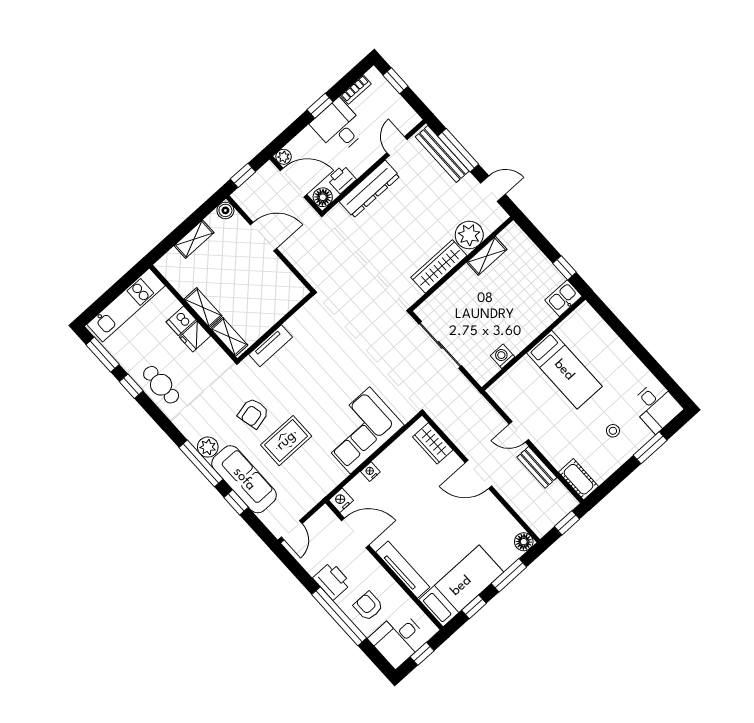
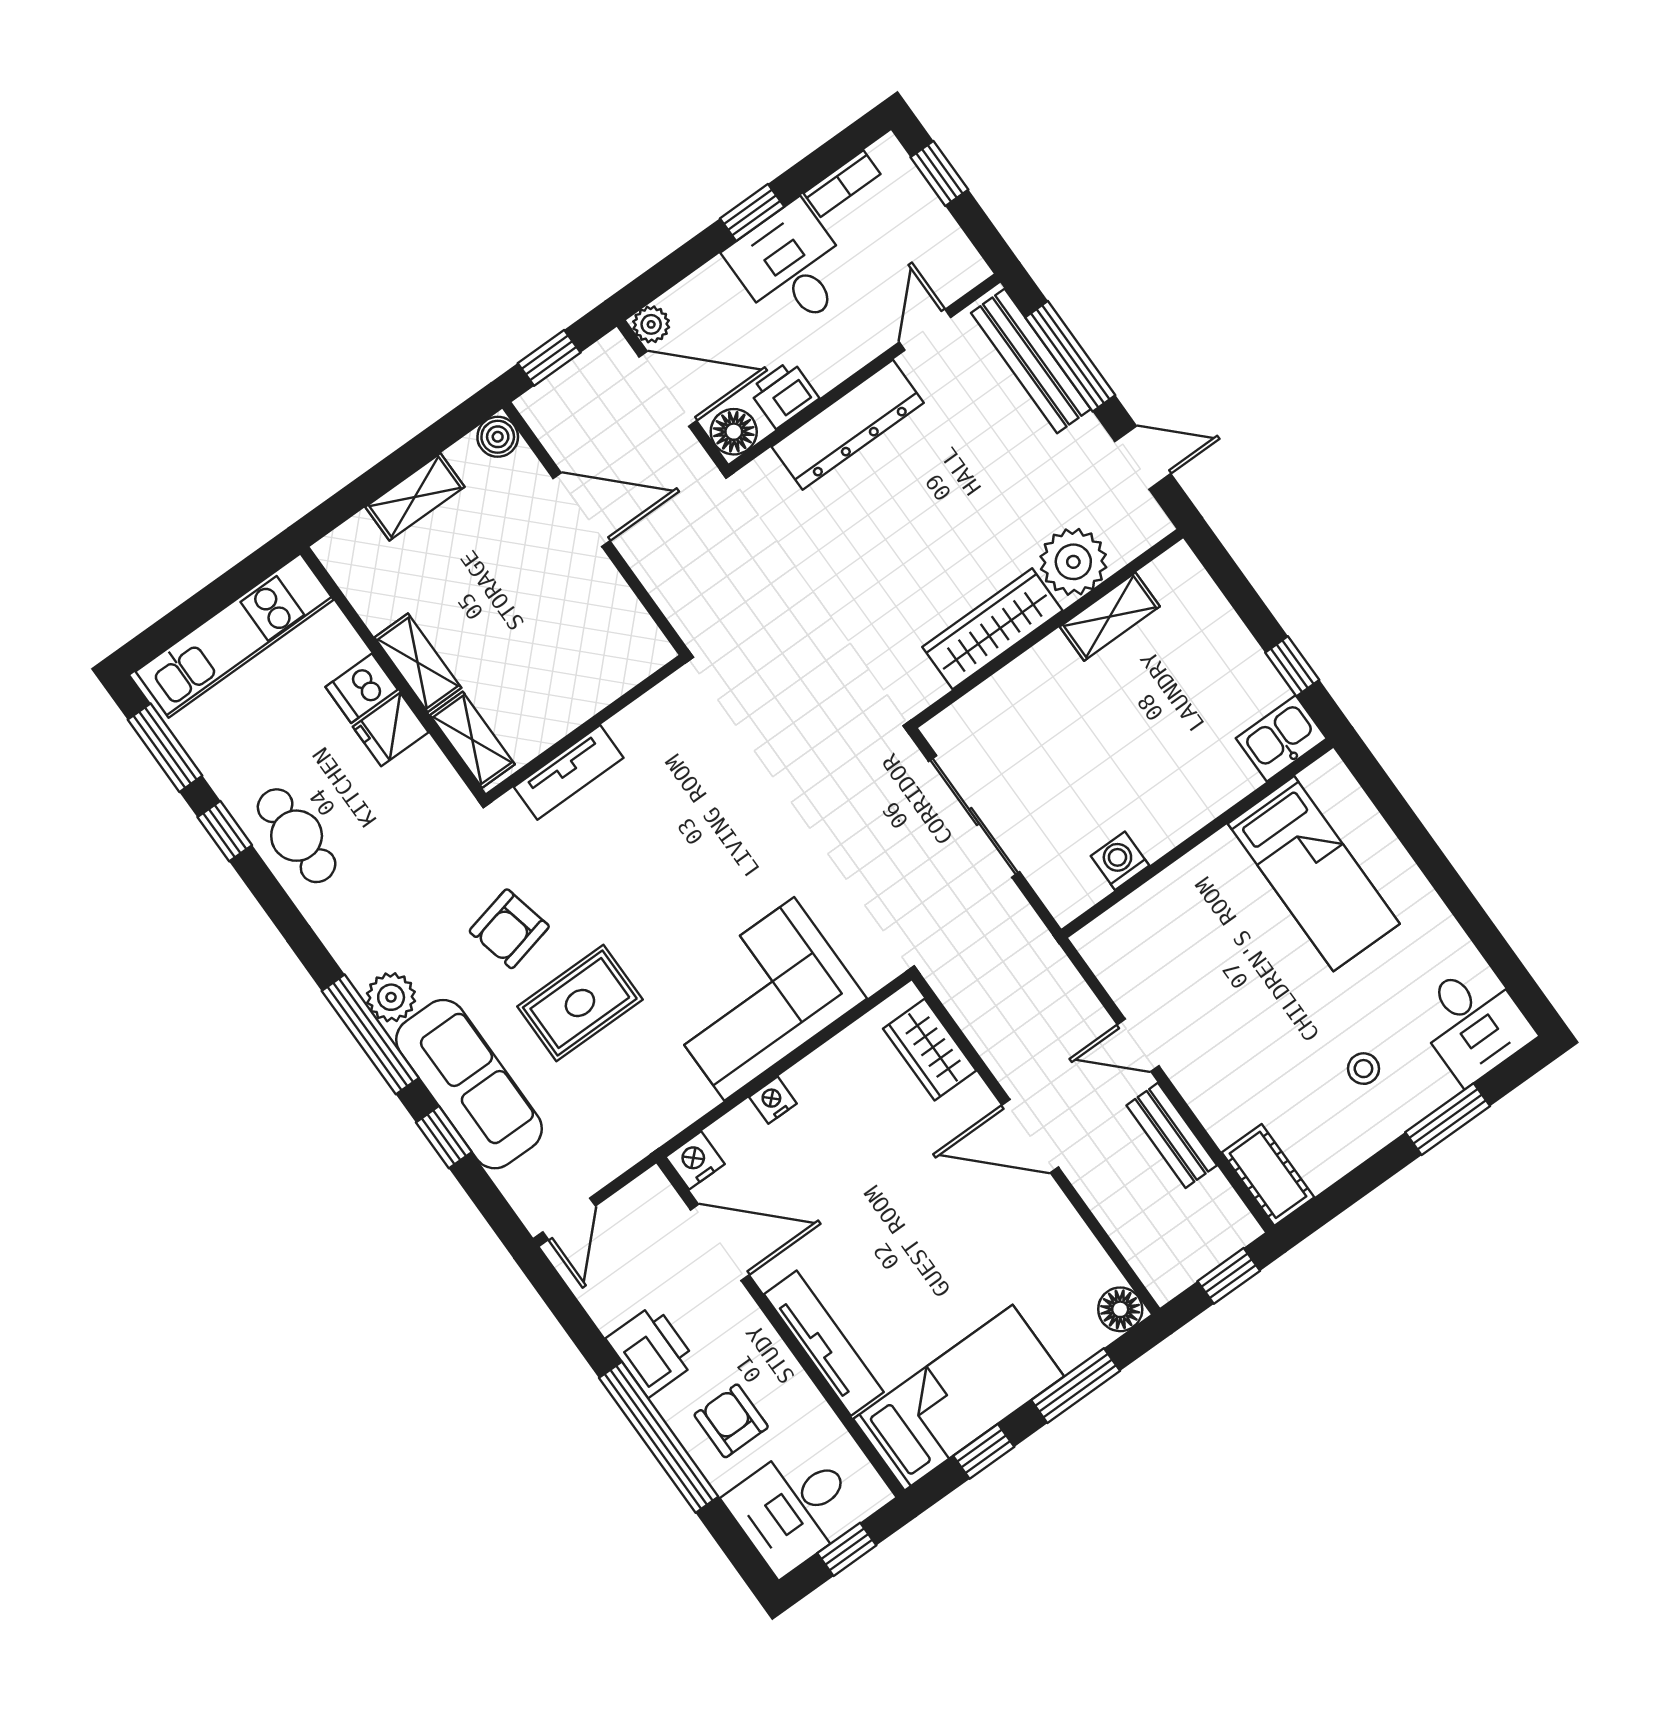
bed: (564, 370) -> (1314, 874), moved

